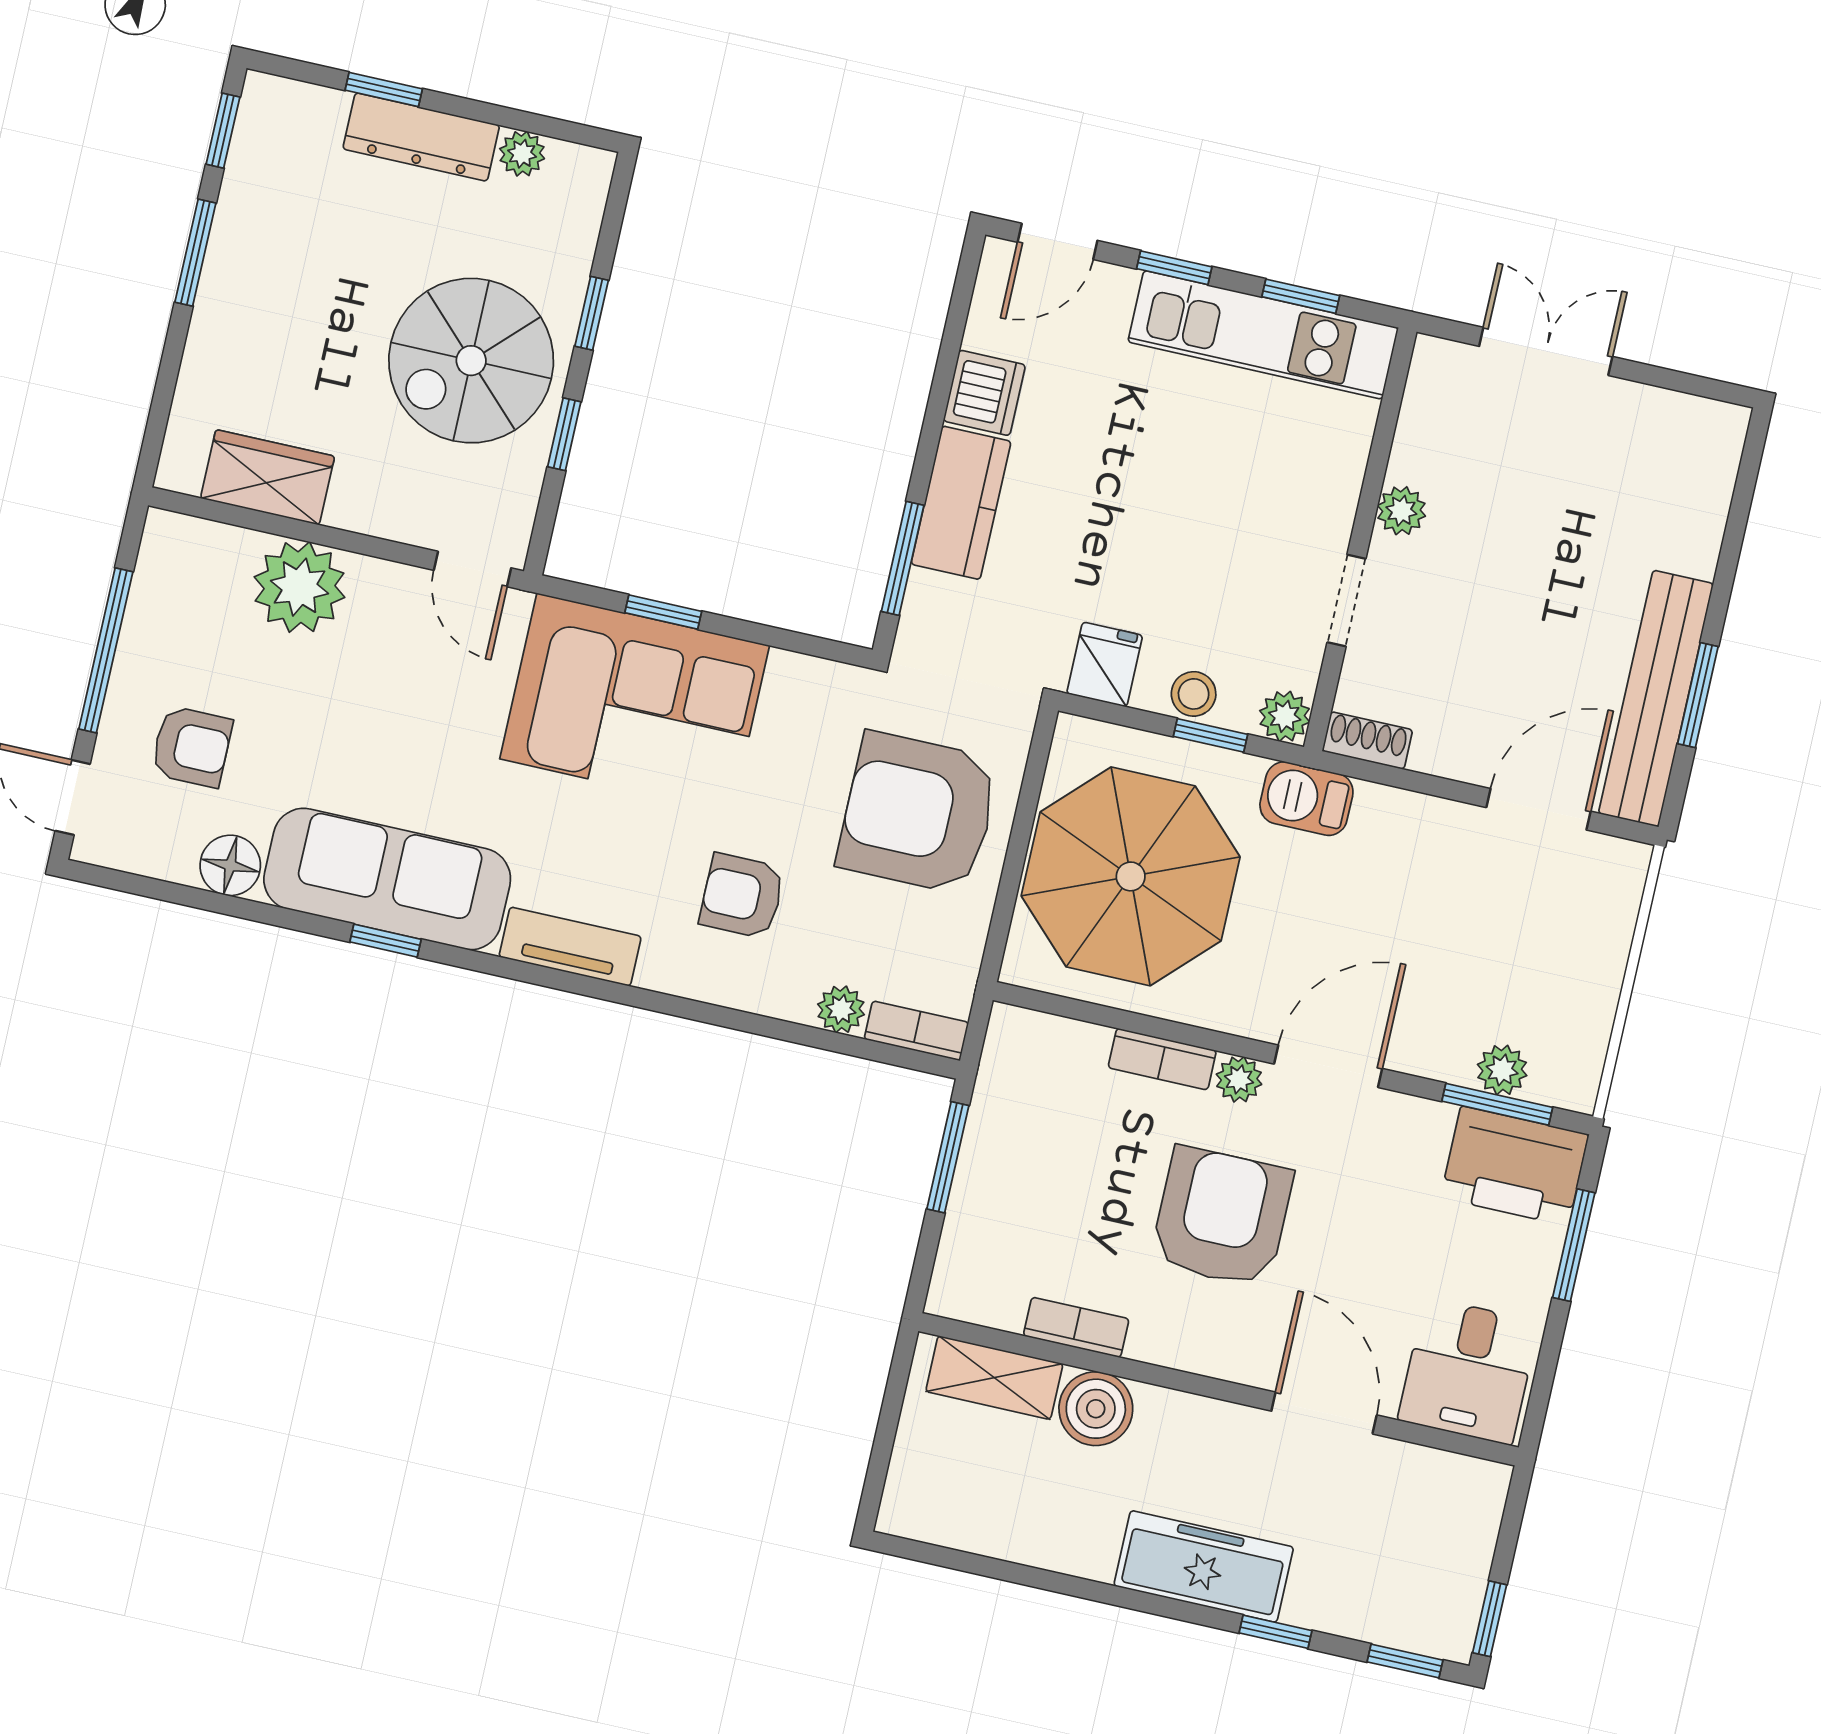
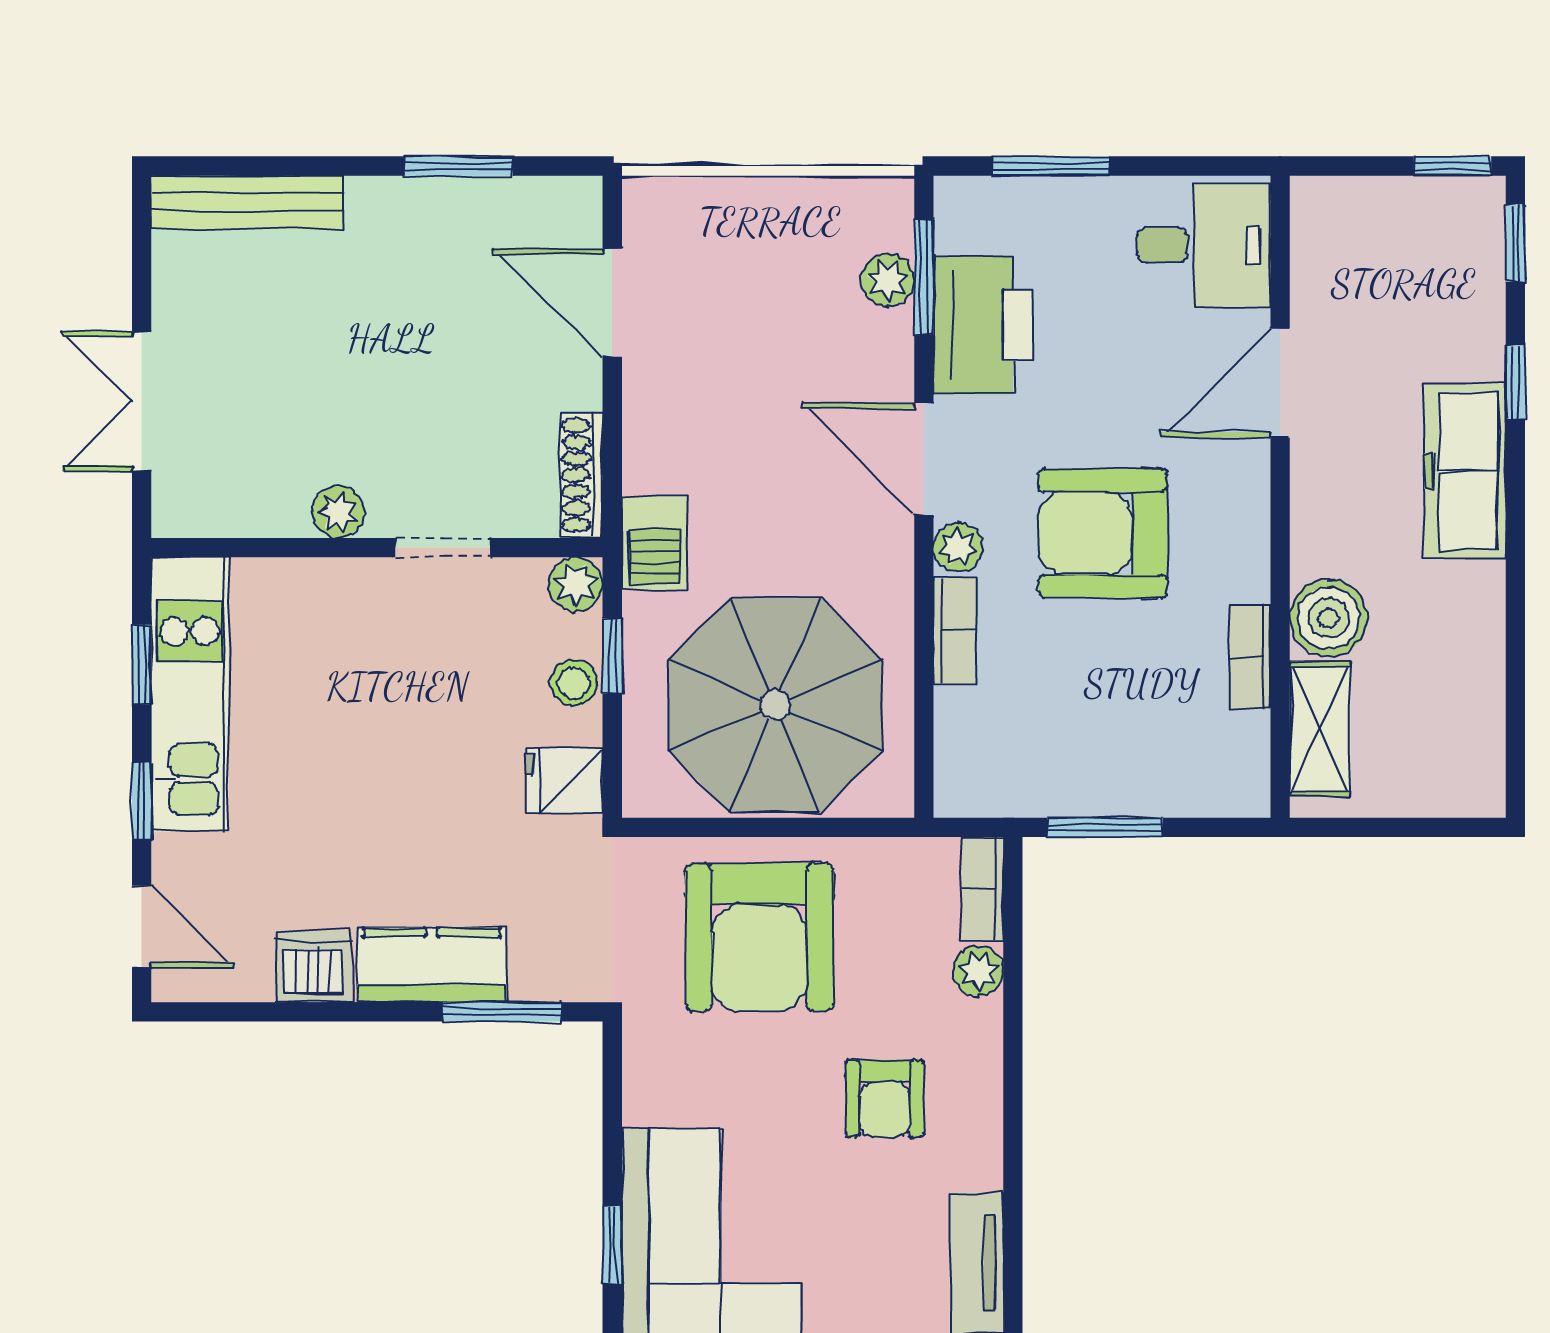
bench: (1656, 698) -> (247, 202), moved, width x0.73, depth x0.82
shoe rack: (1367, 740) -> (581, 475), width x1.43
printer: (1514, 1166) -> (983, 325), moved

